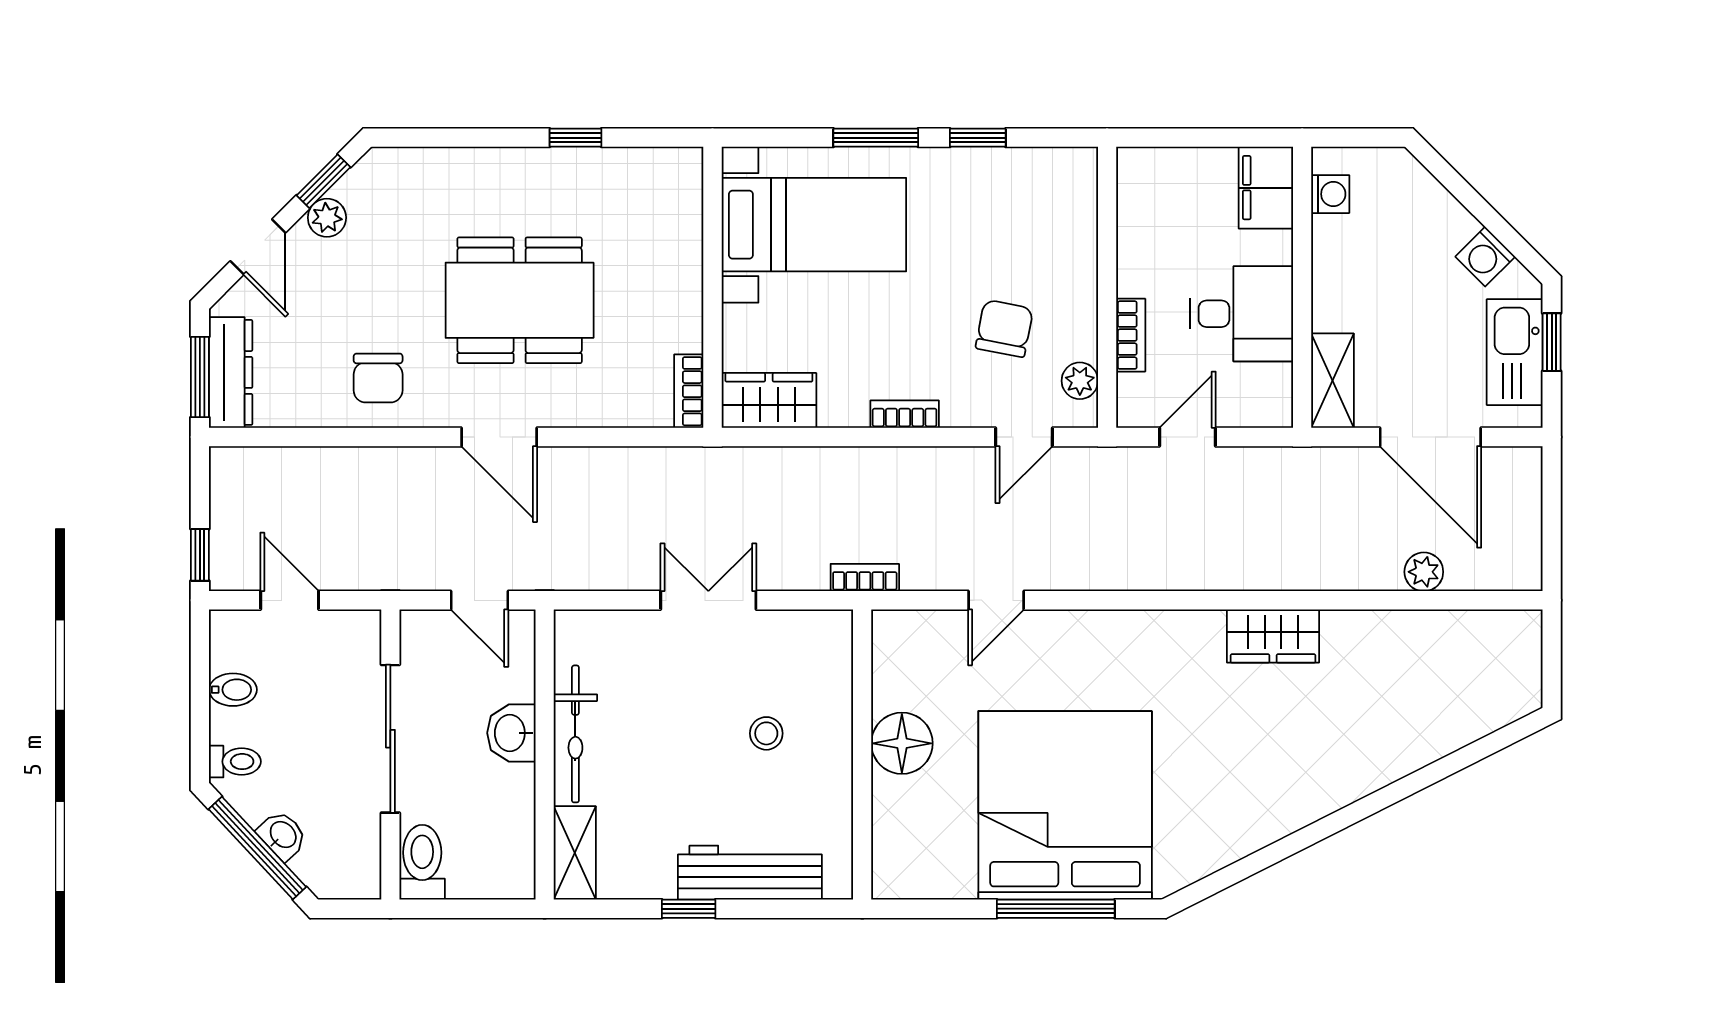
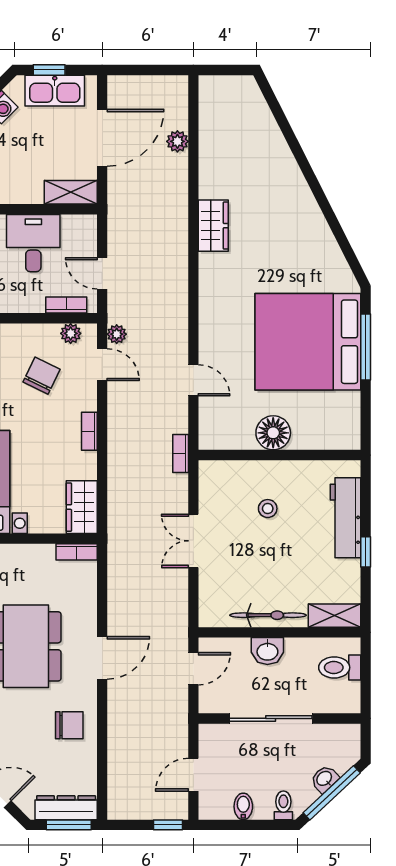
chair: (1004, 328) -> (42, 376), turned 105
bookcase: (1131, 335) -> (66, 305), moved
plant: (1079, 463) -> (117, 334), added
toilet: (422, 862) -> (340, 667), moved

